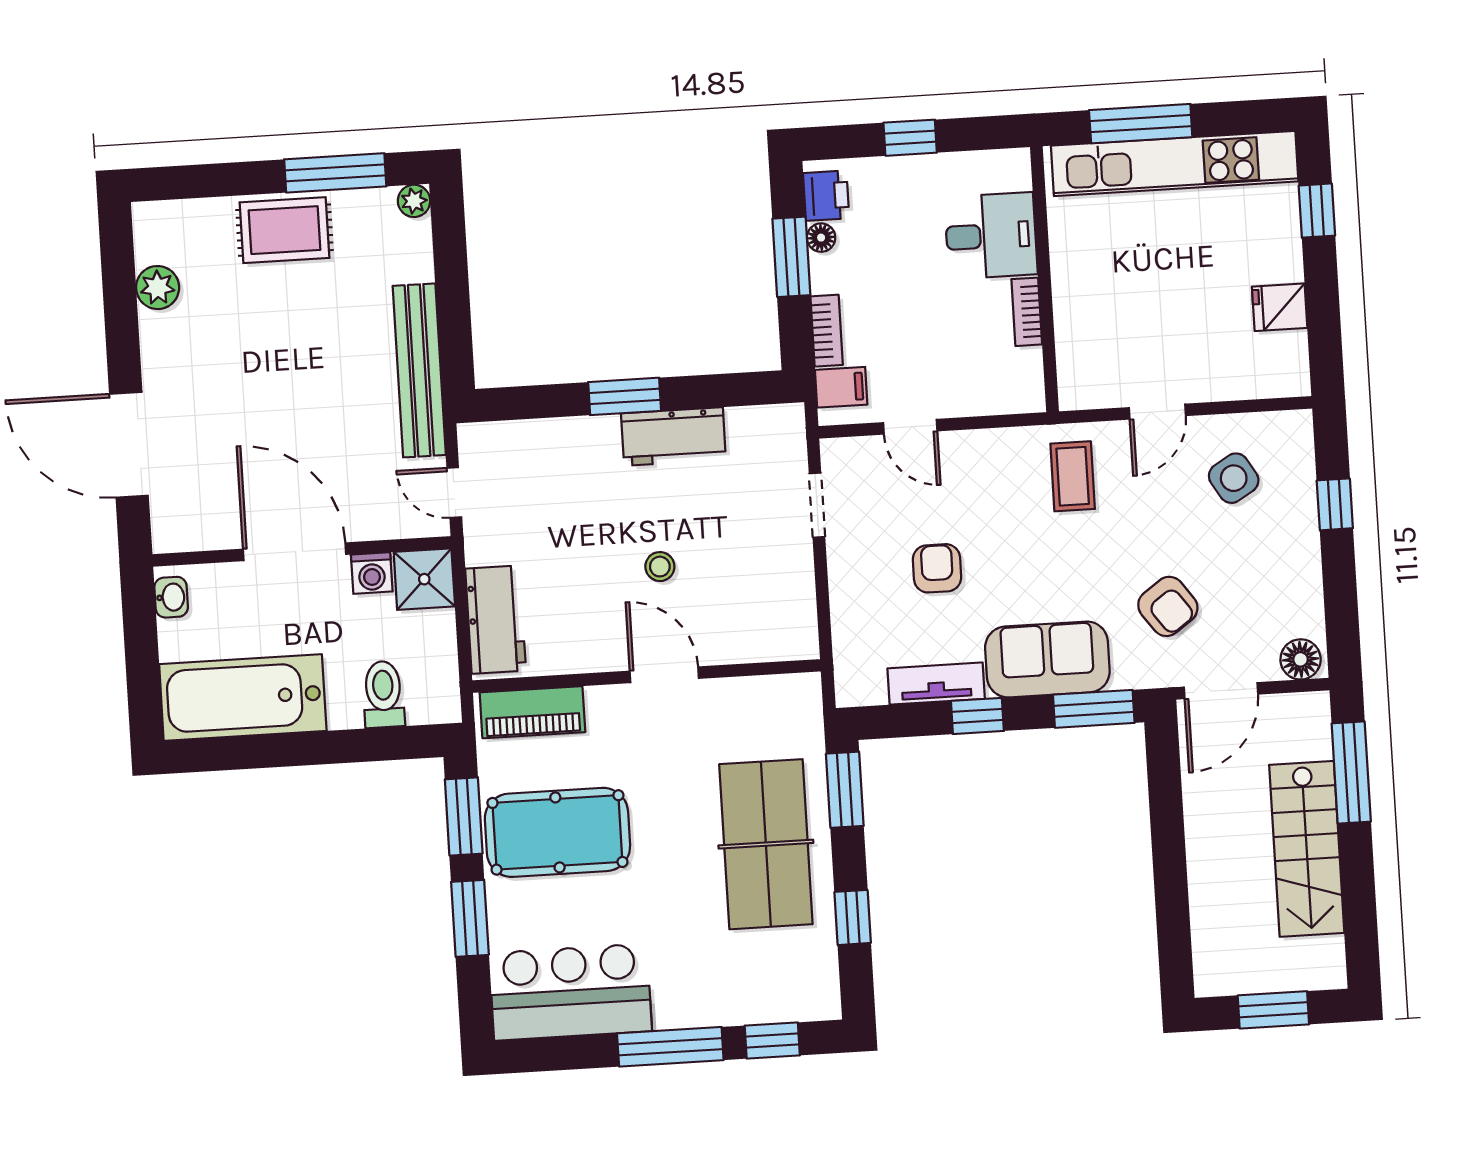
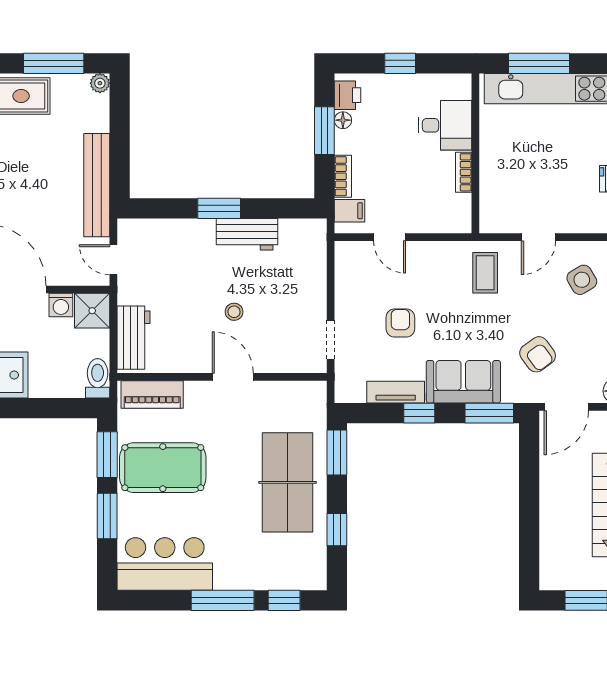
doorway: (817, 505) -> (331, 340), moved
toilet: (383, 694) -> (98, 378), moved

